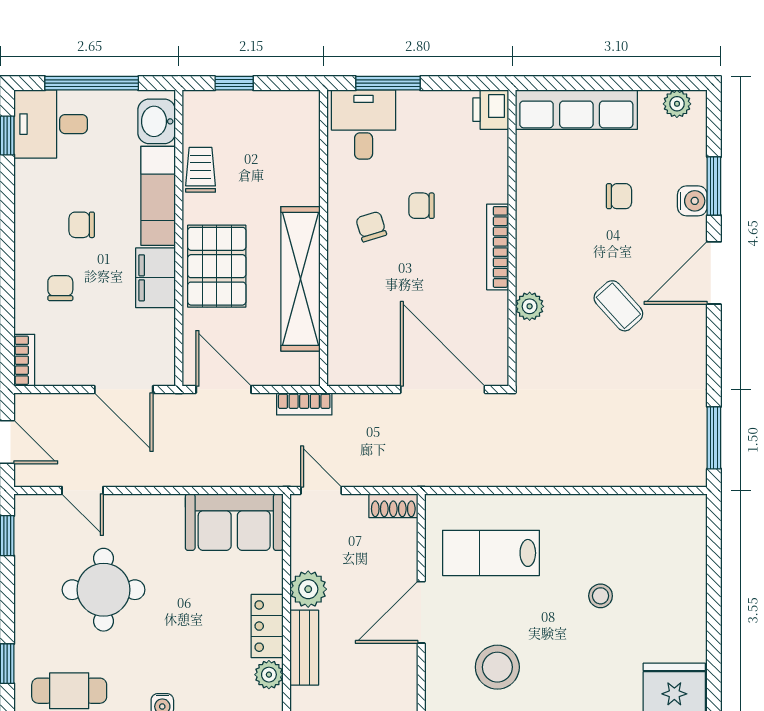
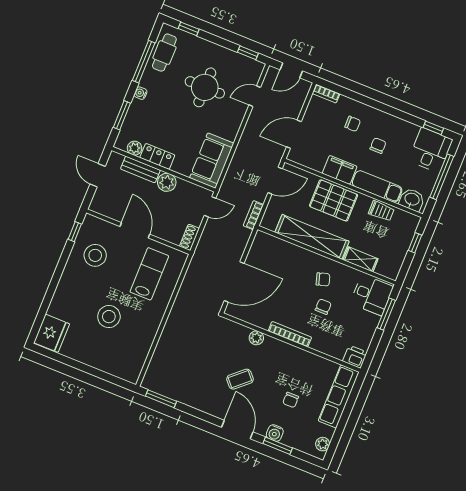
shelving: (306, 172) -> (361, 259), added
stool: (601, 596) -> (109, 317), width x1.89, depth x1.89

